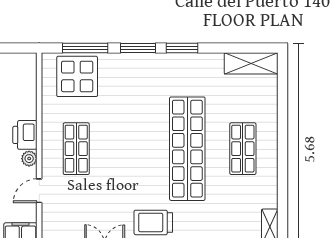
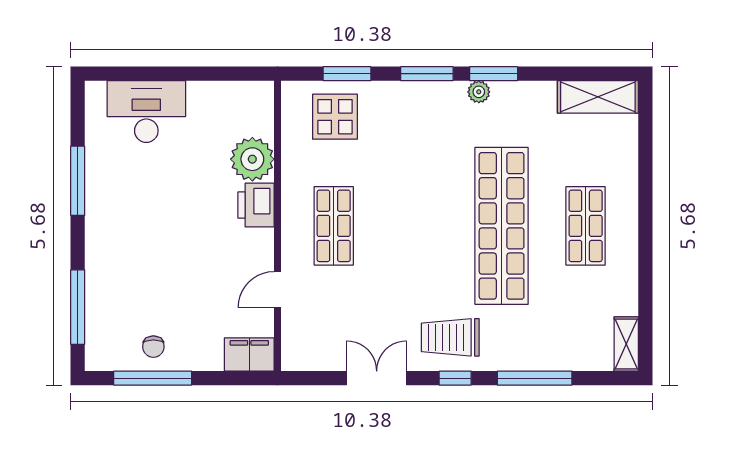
window: (85, 48) -> (347, 74), width x0.69
plant: (172, 60) -> (479, 92), added
display table: (77, 76) -> (335, 117), width x0.73, depth x0.73
plant: (29, 159) -> (252, 159), moved, width x1.88, depth x1.88

